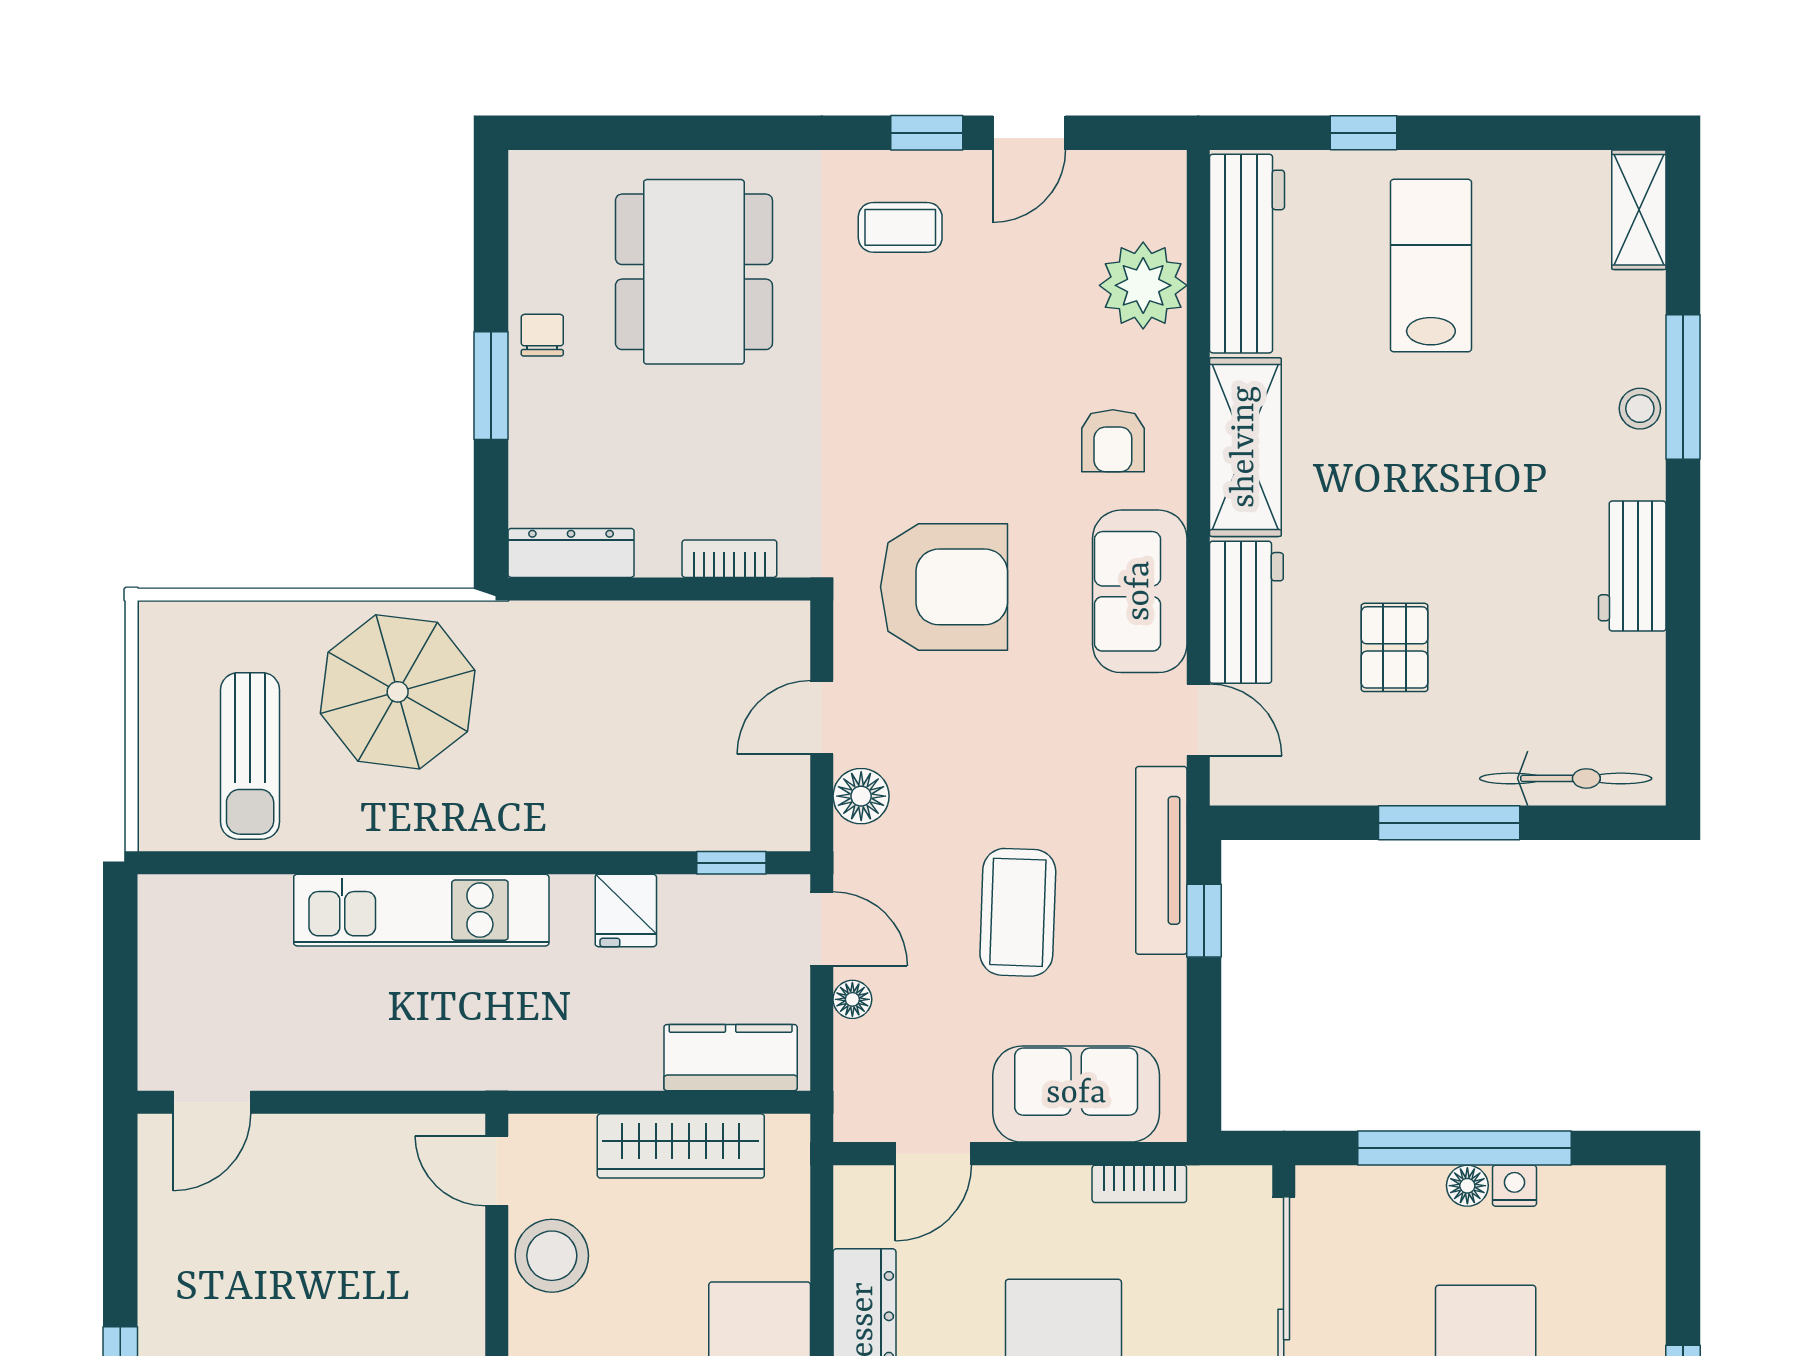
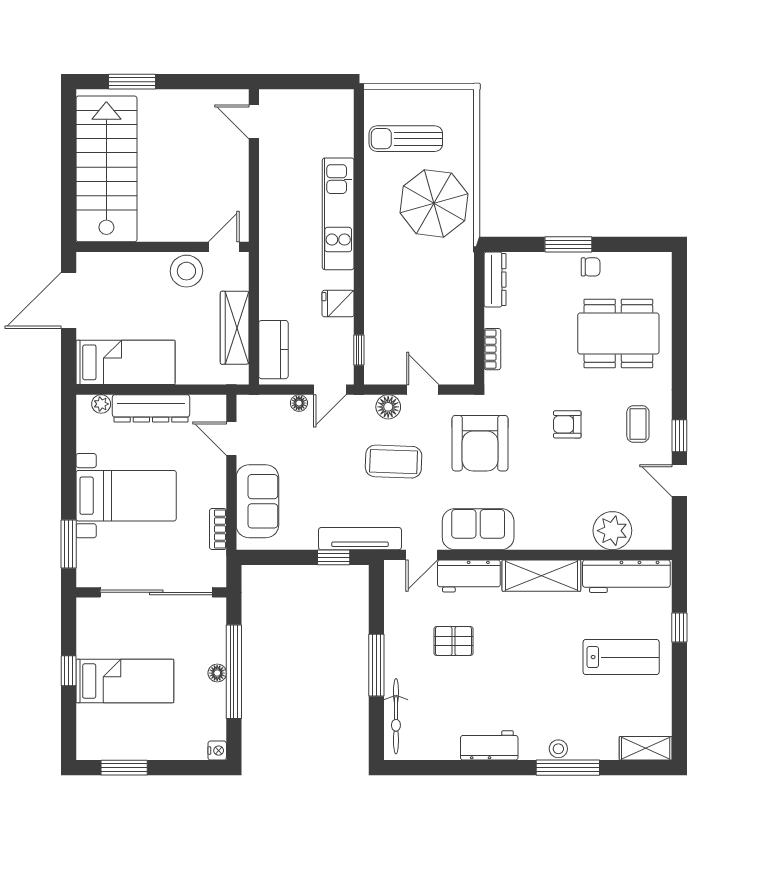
armchair: (1113, 441) -> (567, 424), moved
coffee table: (1018, 912) -> (394, 462), moved
nightstand: (1514, 1186) -> (217, 751), moved

